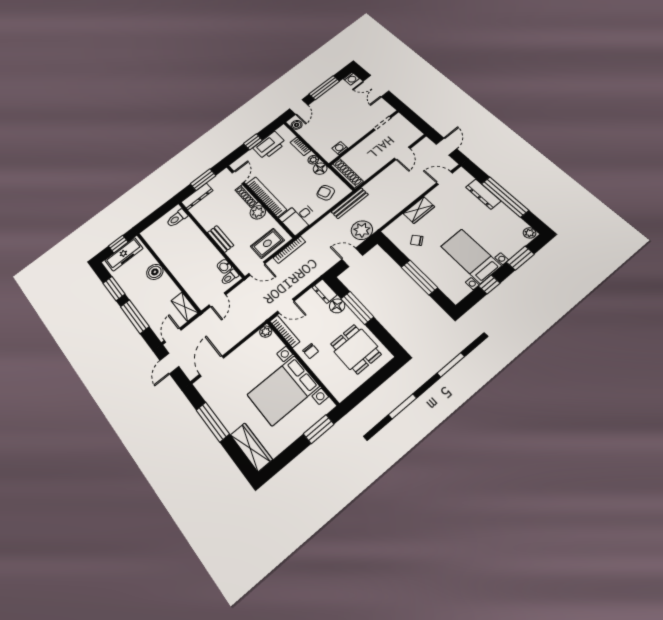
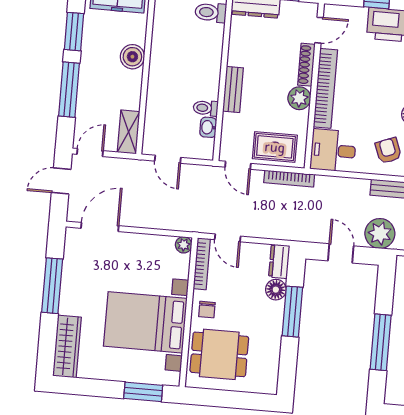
toilet: (230, 277) -> (206, 108), moved
door: (217, 300) -> (168, 159), hinge flipped
dining table: (356, 349) -> (219, 354), moved, turned 90

